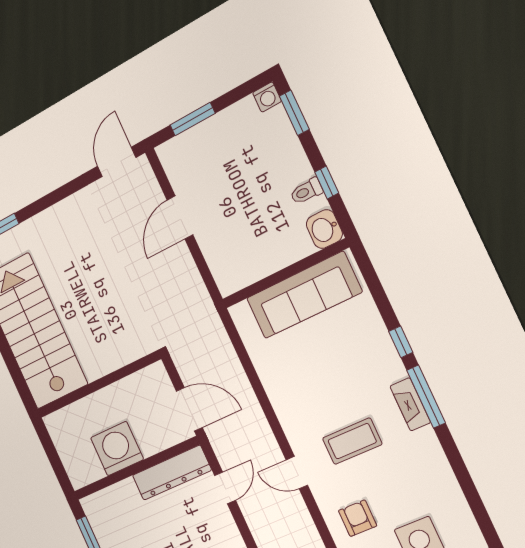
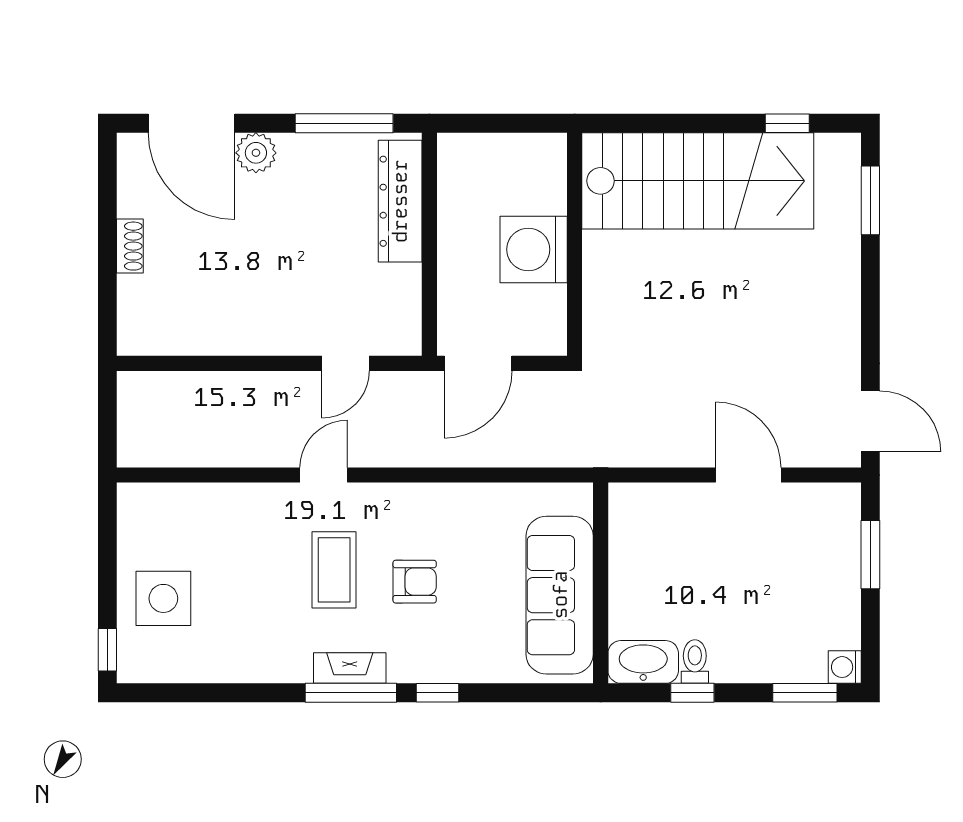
washbasin: (324, 229) -> (643, 662), width x1.38
washing machine: (117, 449) -> (534, 249), moved, turned 180
dresser: (172, 473) -> (400, 201), moved
door: (225, 488) -> (345, 363), hinge flipped
armchair: (358, 518) -> (415, 582), moved

